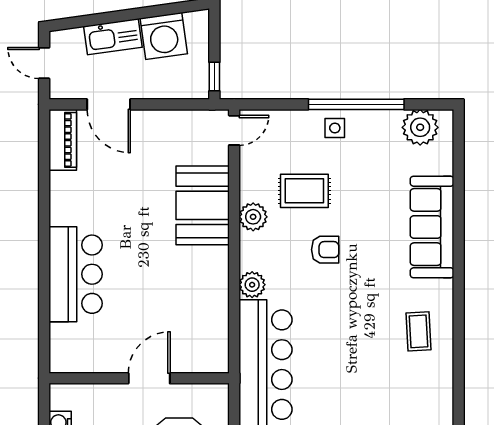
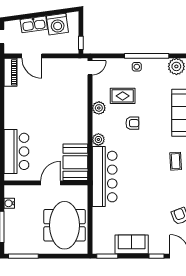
booth: (203, 205) -> (75, 162), moved
bar counter: (76, 274) -> (16, 151), moved

